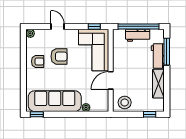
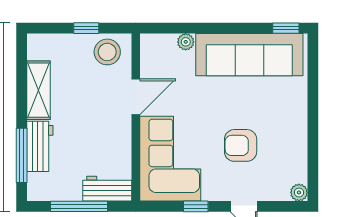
window: (94, 26) -> (196, 206), moved
window: (139, 26) -> (79, 206), width x0.68
workbench: (138, 35) -> (107, 189), moved
armchair: (38, 61) -> (284, 135), removed
window: (150, 114) -> (86, 28), moved

